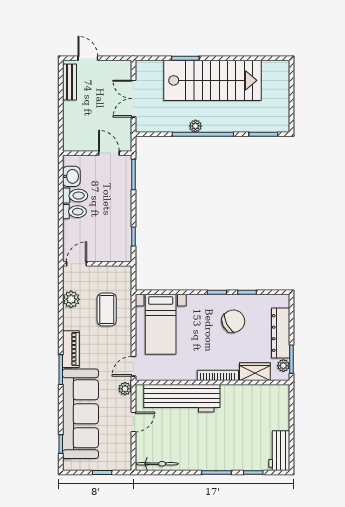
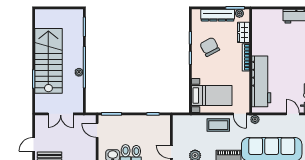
door: (109, 153) -> (97, 130), hinge flipped
coffee table: (107, 309) -> (218, 125), moved
door: (133, 422) -> (293, 114), moved

